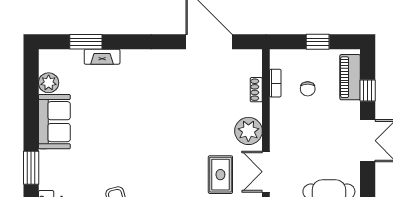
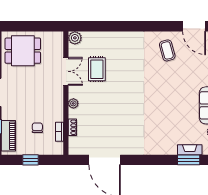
fireplace: (102, 57) -> (190, 150), moved
plant: (248, 131) -> (73, 103), width x0.53, depth x0.53

